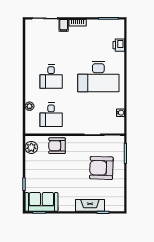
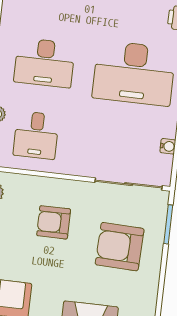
desk: (51, 77) -> (45, 63), width x1.37
armchair: (57, 146) -> (54, 222), moved

